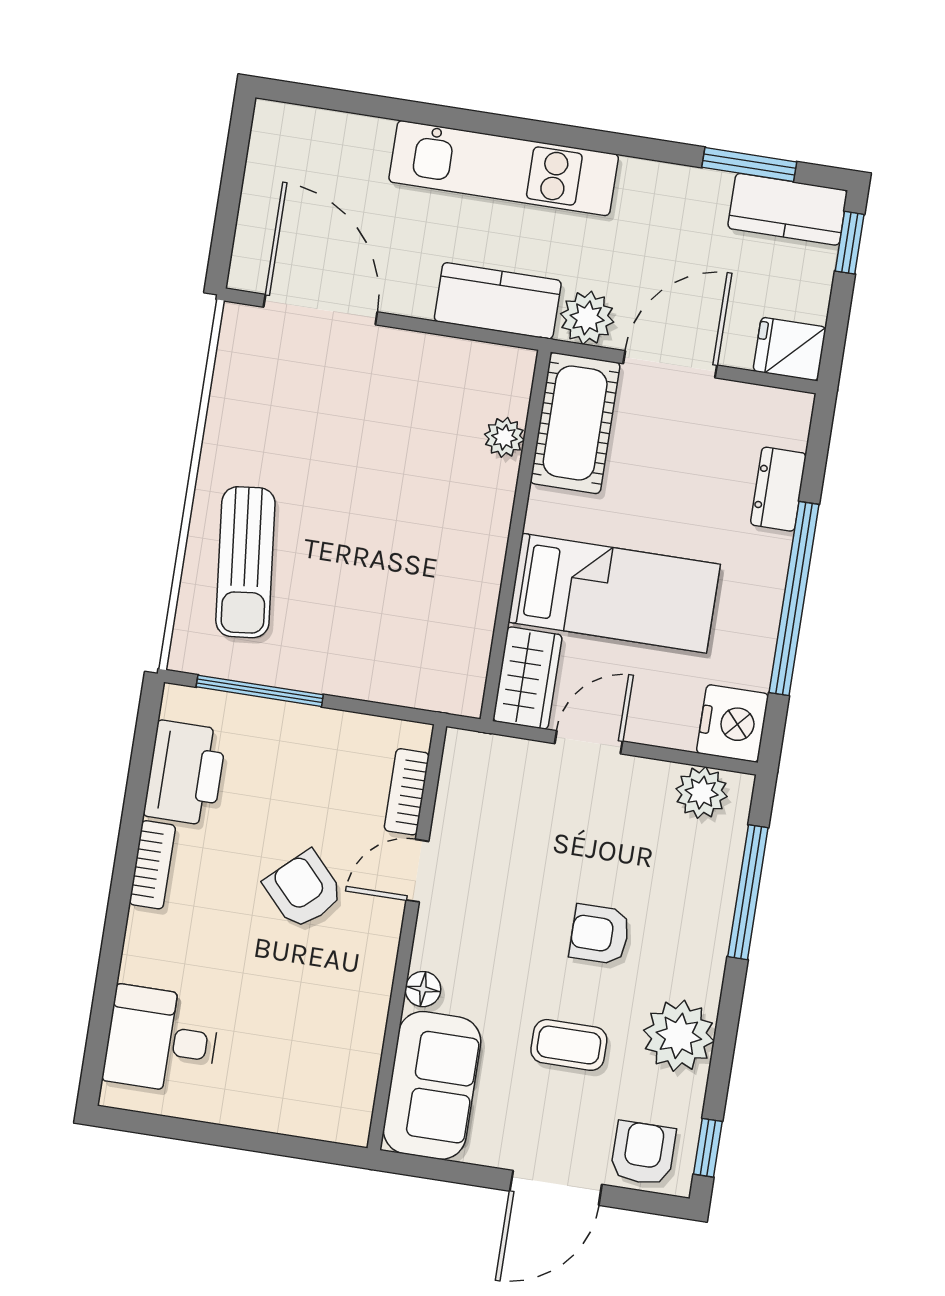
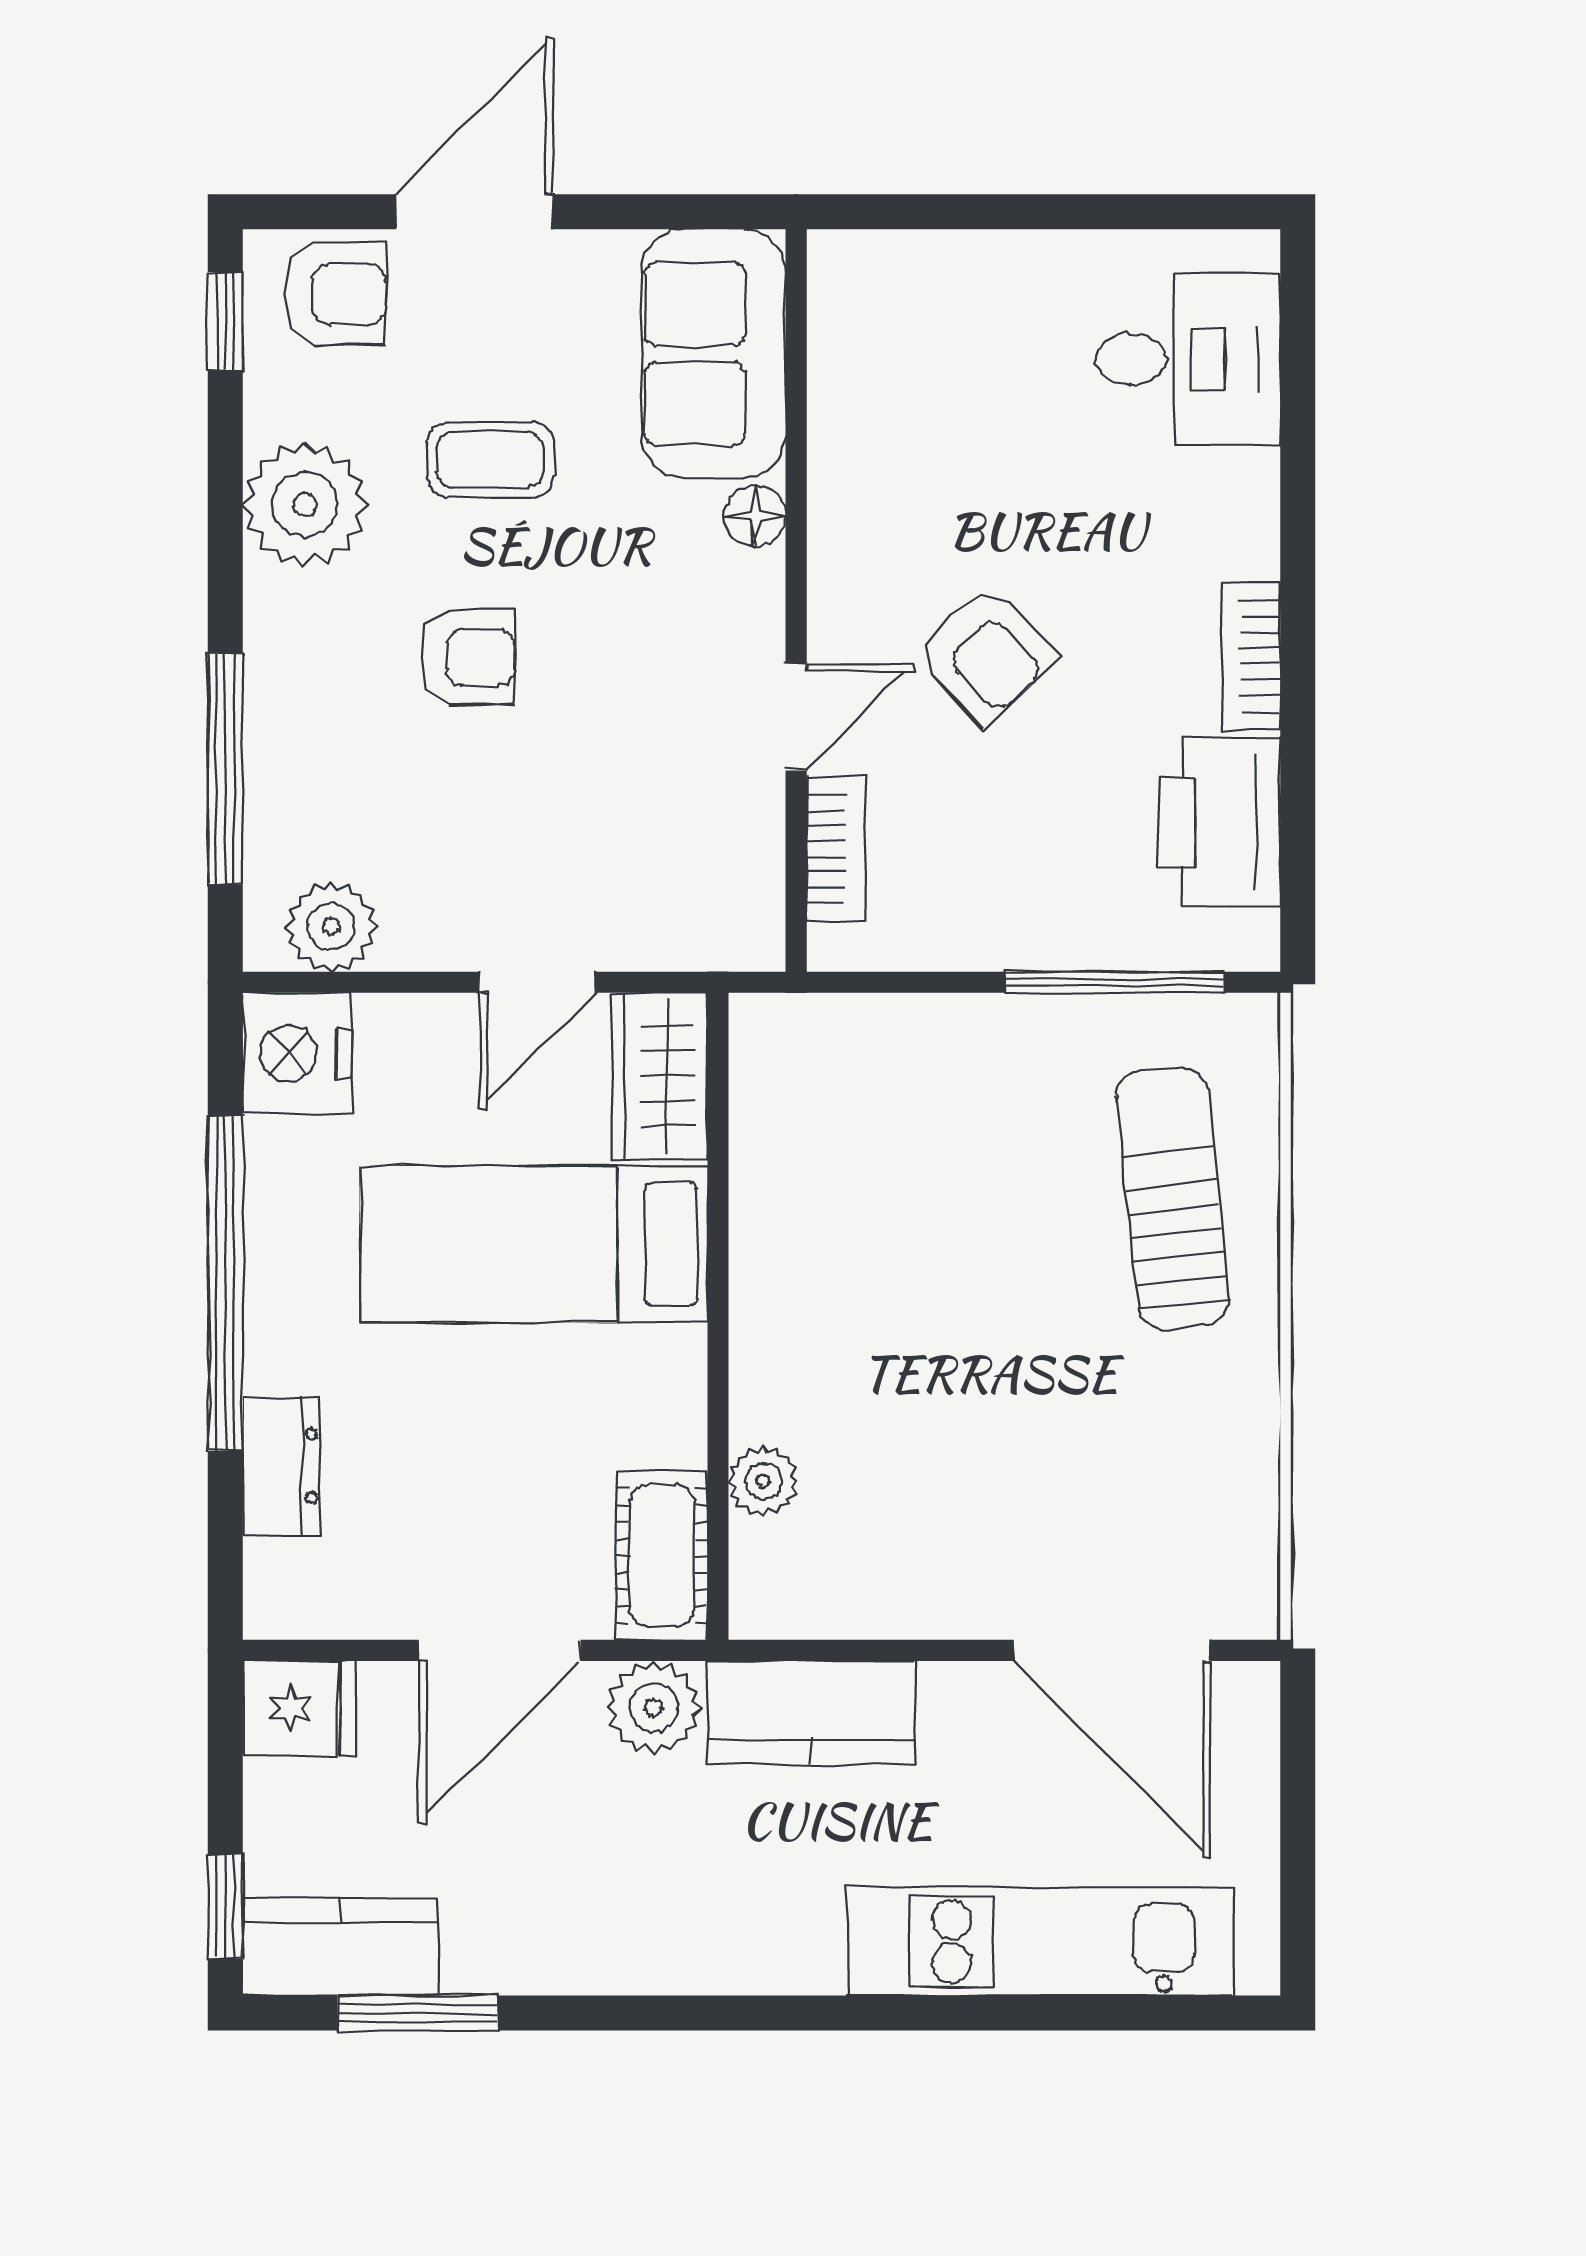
kitchen unit: (504, 168) -> (1040, 1941), moved
cot: (575, 423) -> (662, 1556), width x0.73, depth x0.75
armchair: (643, 1153) -> (335, 294), turned -90

